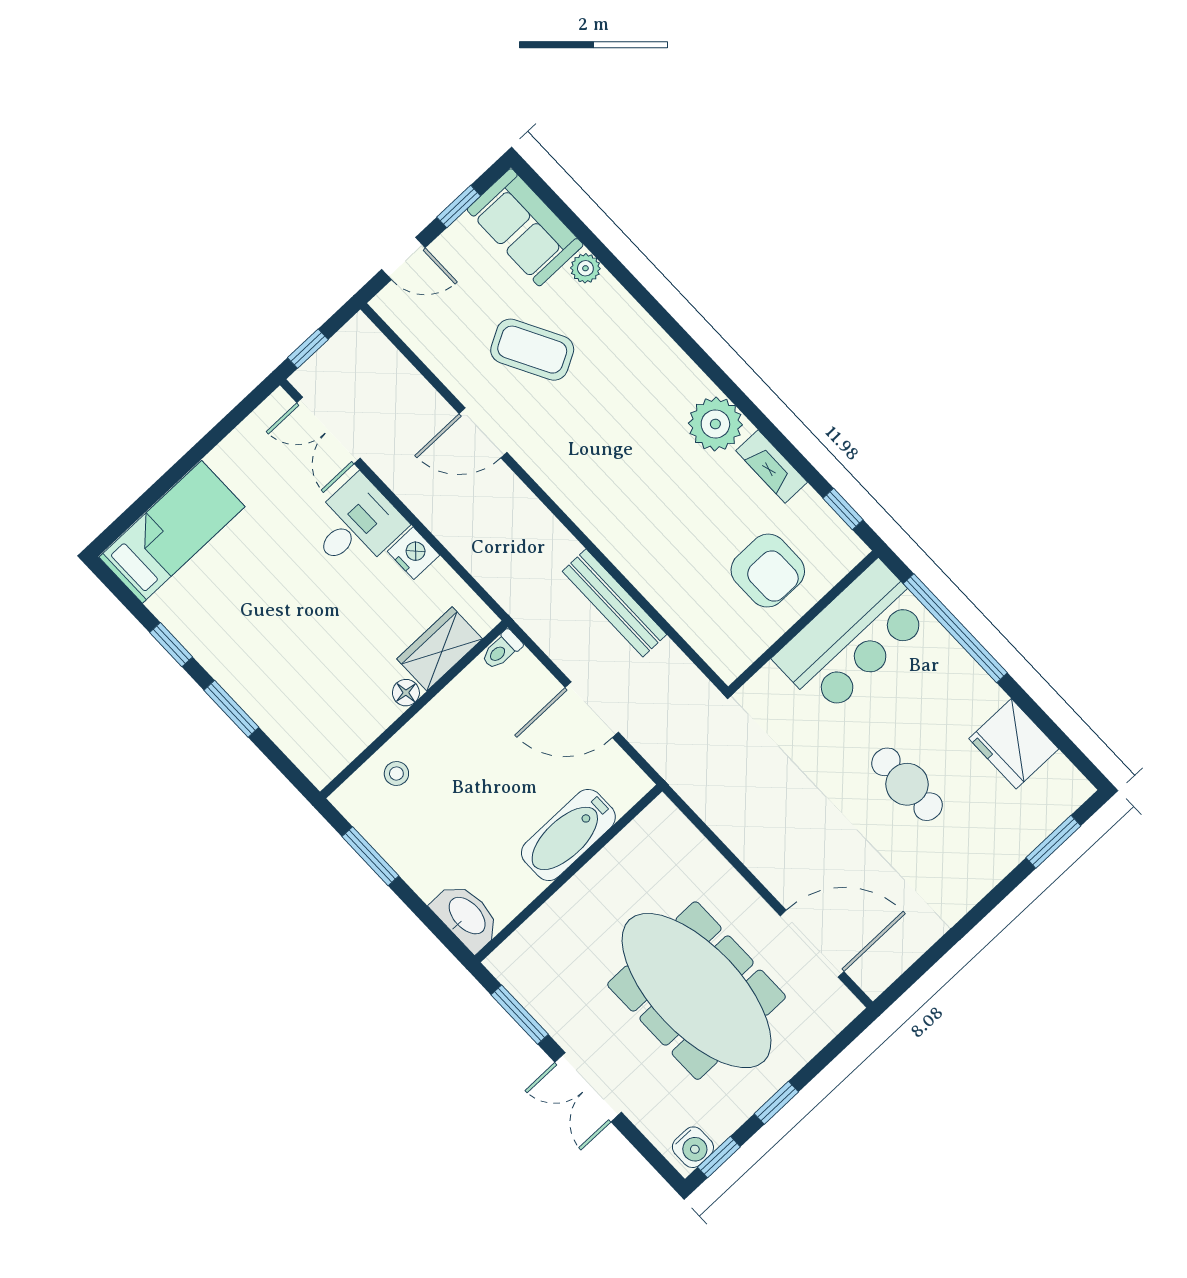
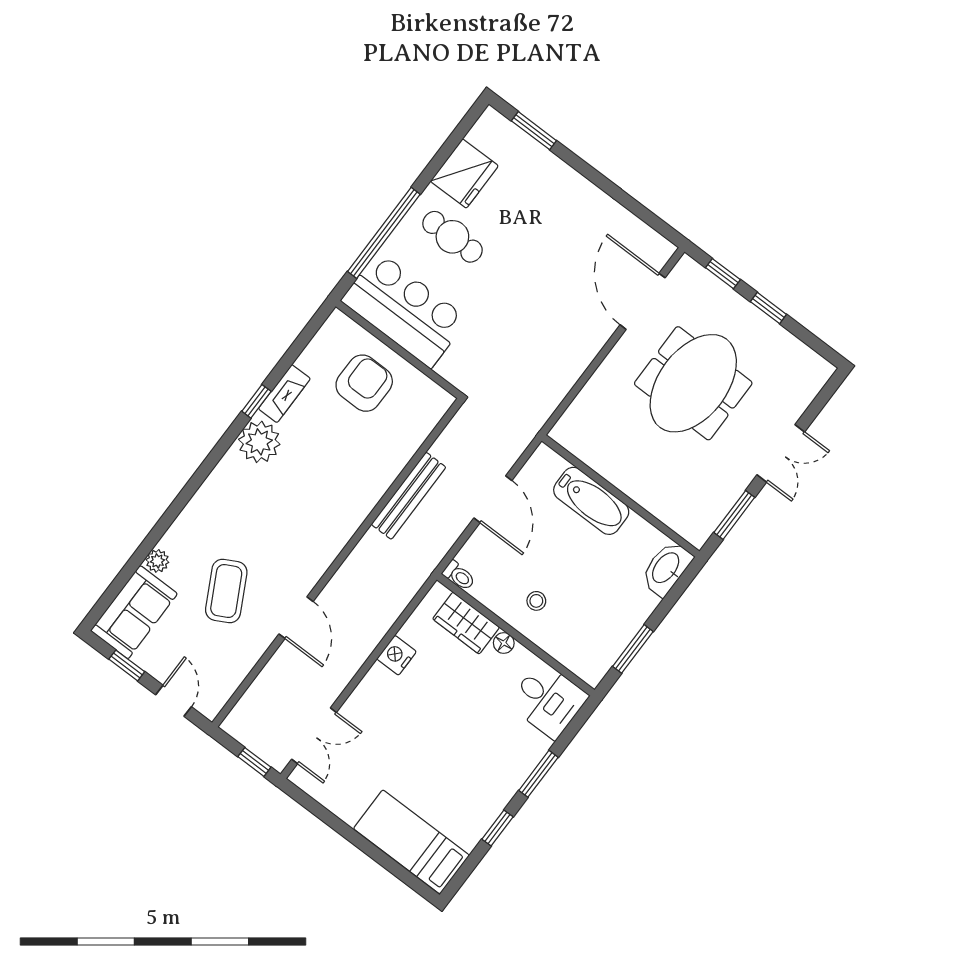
window: (843, 509) -> (256, 401), moved
desk: (356, 525) -> (548, 700), moved, turned 180
stool: (396, 773) -> (536, 601), moved
cafe table: (907, 784) -> (452, 237), moved, turned 90
meeting table: (697, 991) -> (693, 383), width x0.73
water cooler: (693, 1147) -> (813, 366), removed
window: (719, 1157) -> (723, 274), moved

